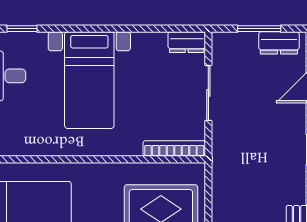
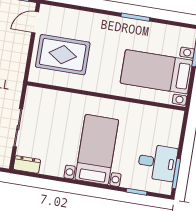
bookcase: (174, 148) -> (47, 94), removed

